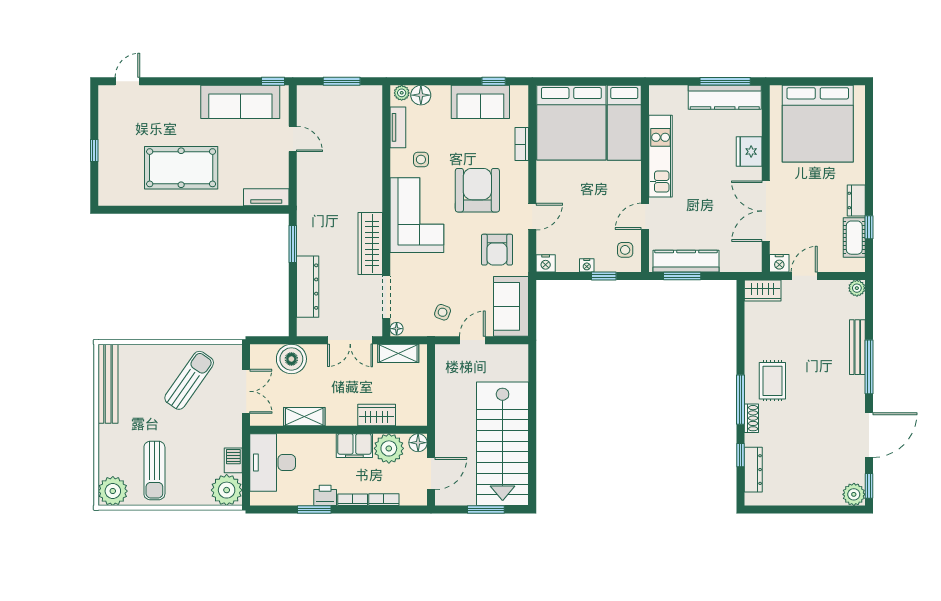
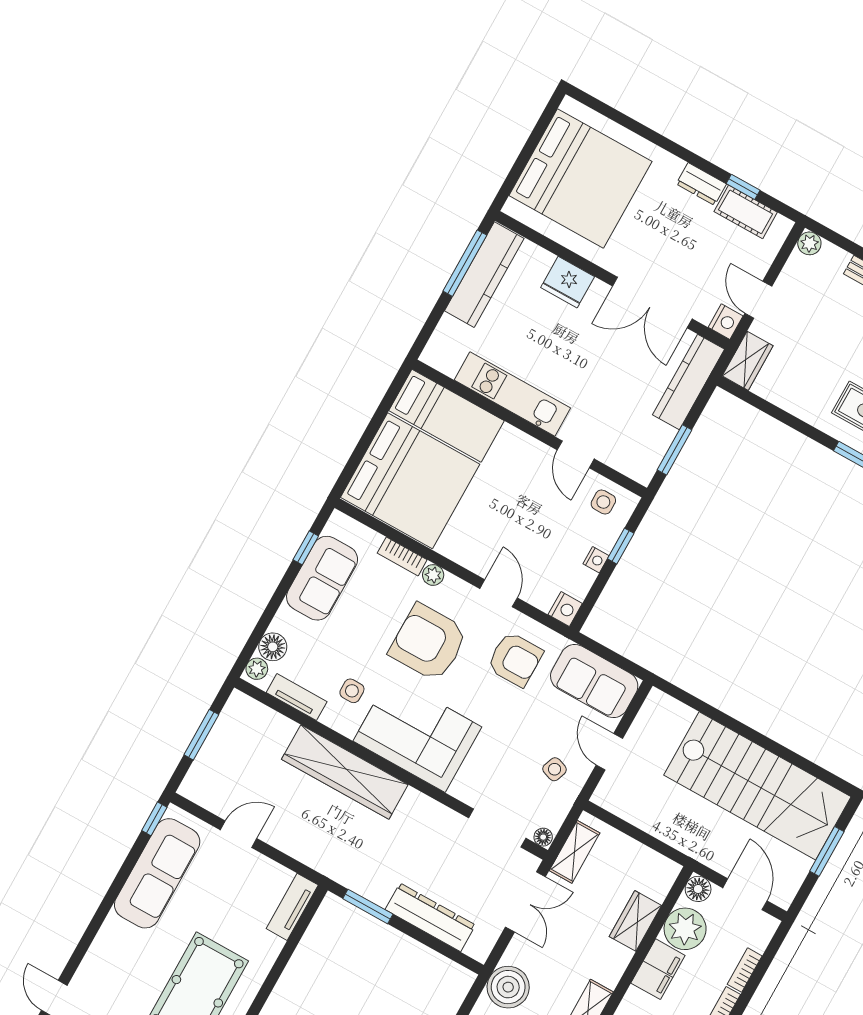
plant: (521, 170) -> (433, 575), added
wardrobe: (370, 244) -> (345, 772), moved, width x1.40, depth x1.17
kitchen counter: (686, 261) -> (688, 382), moved

